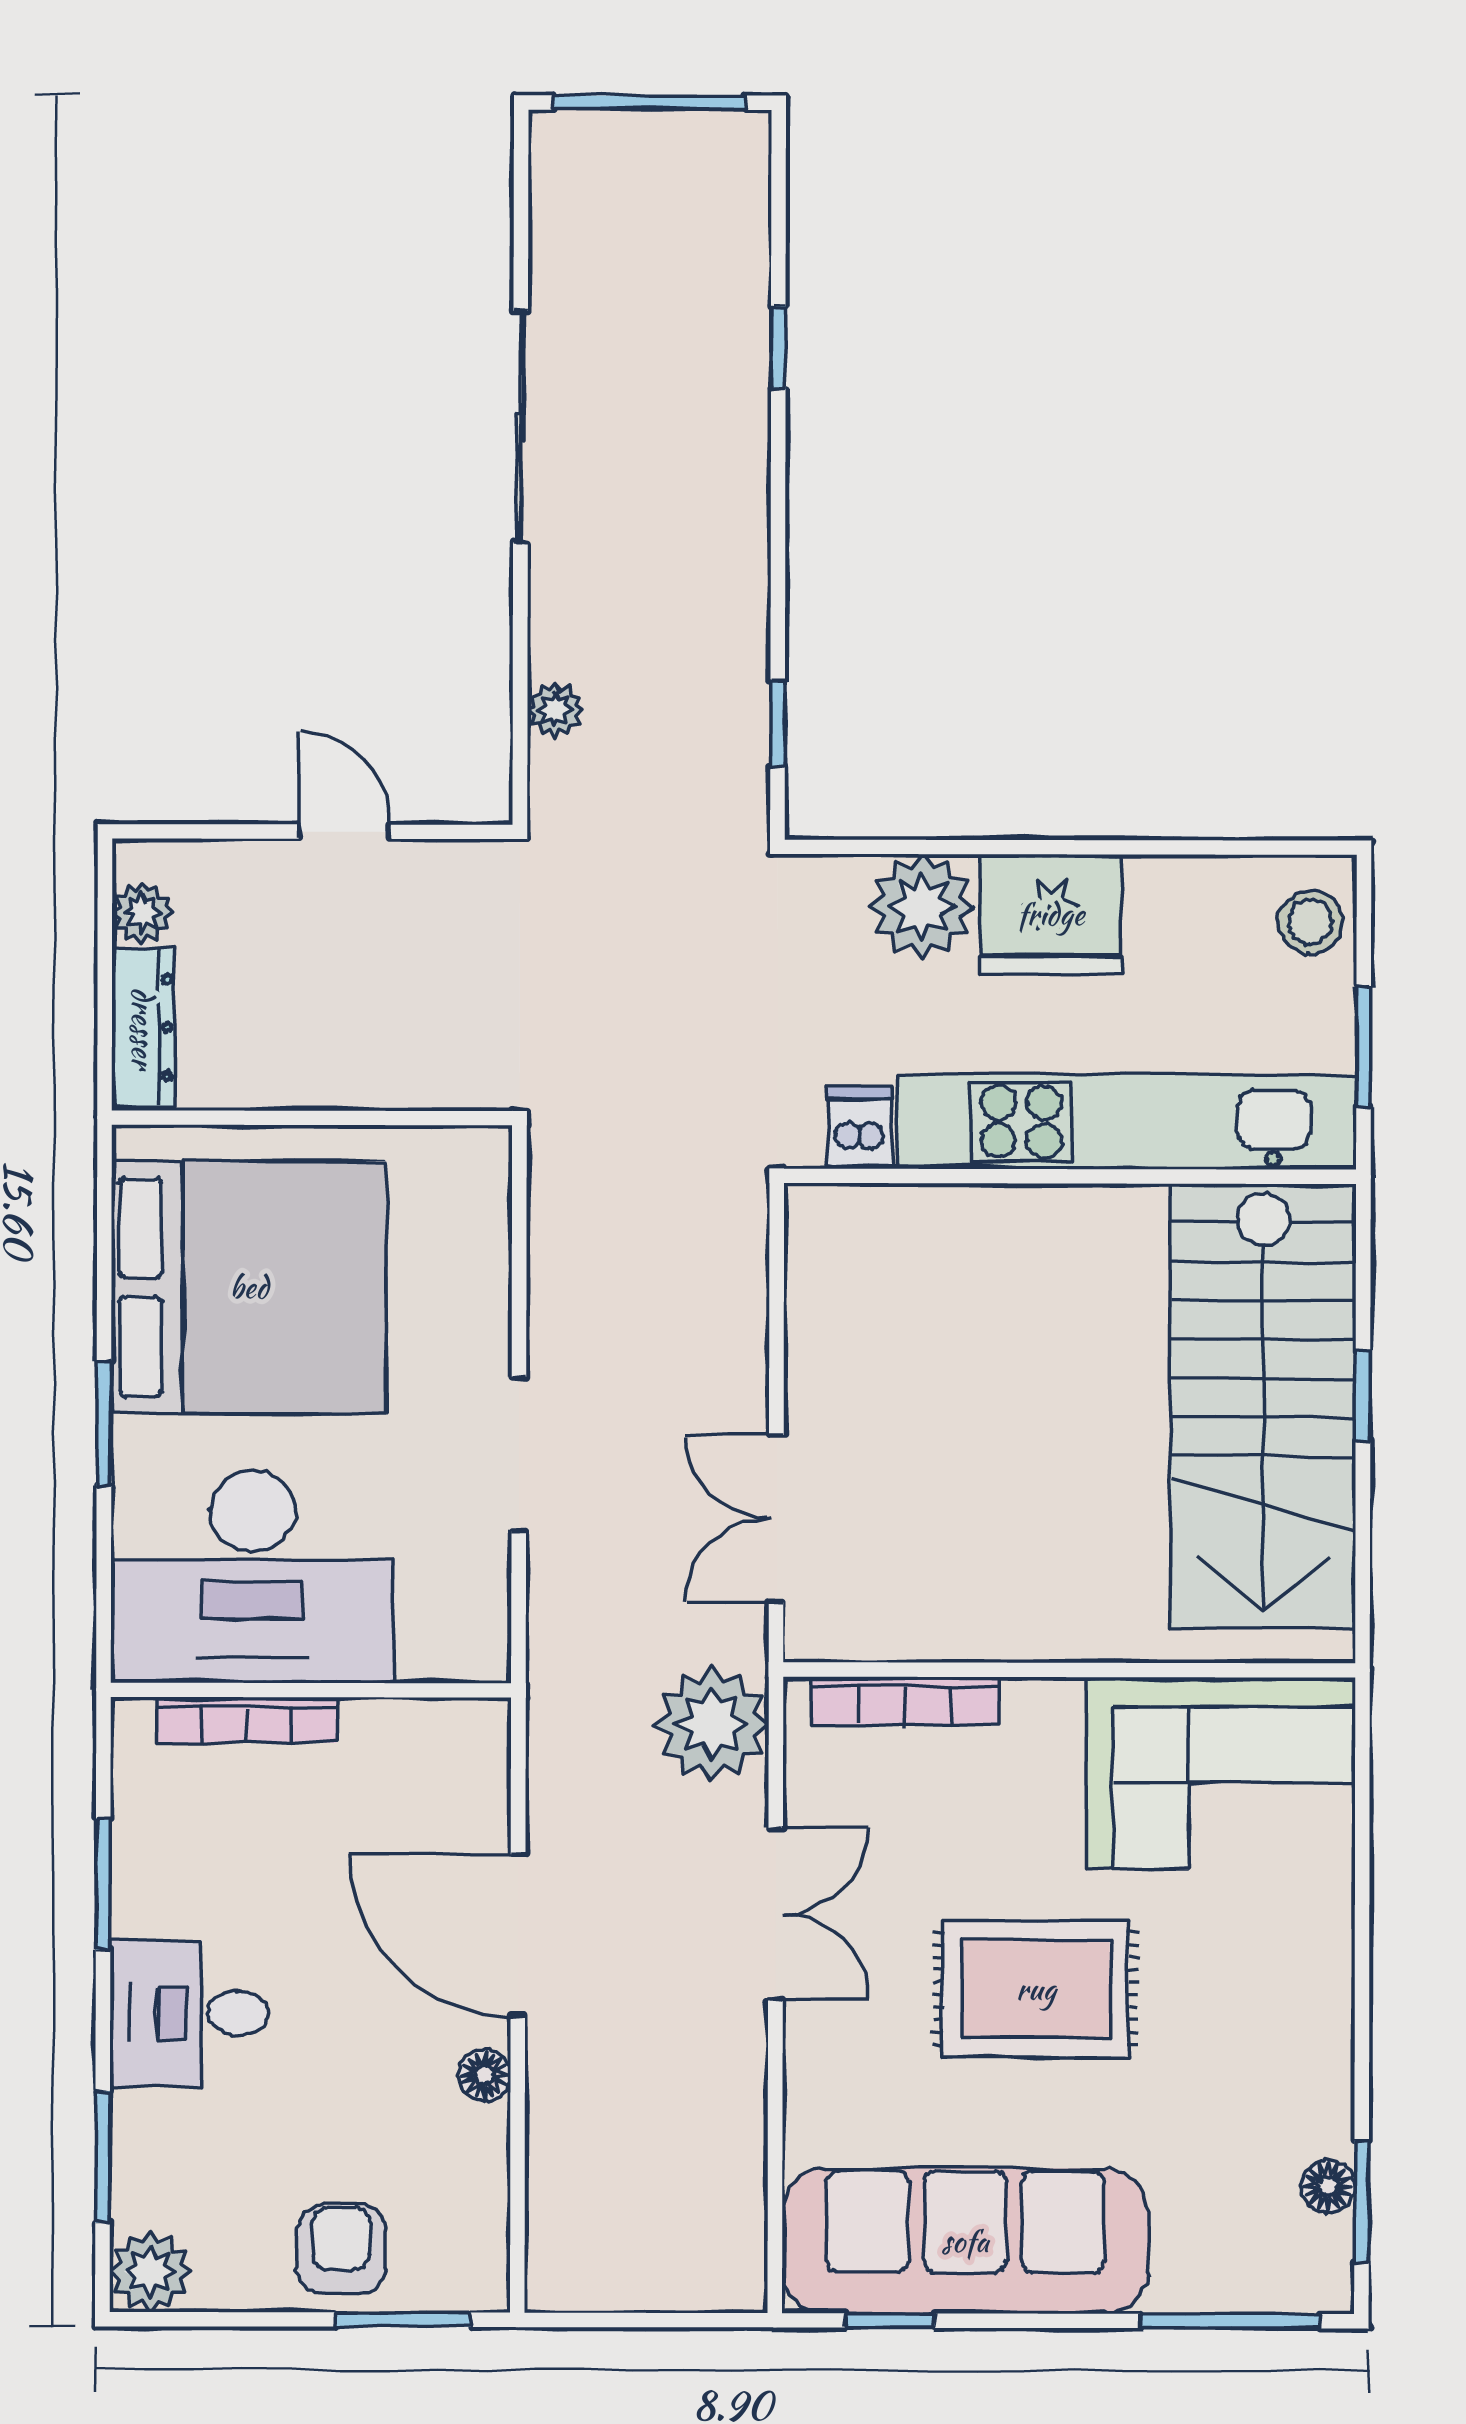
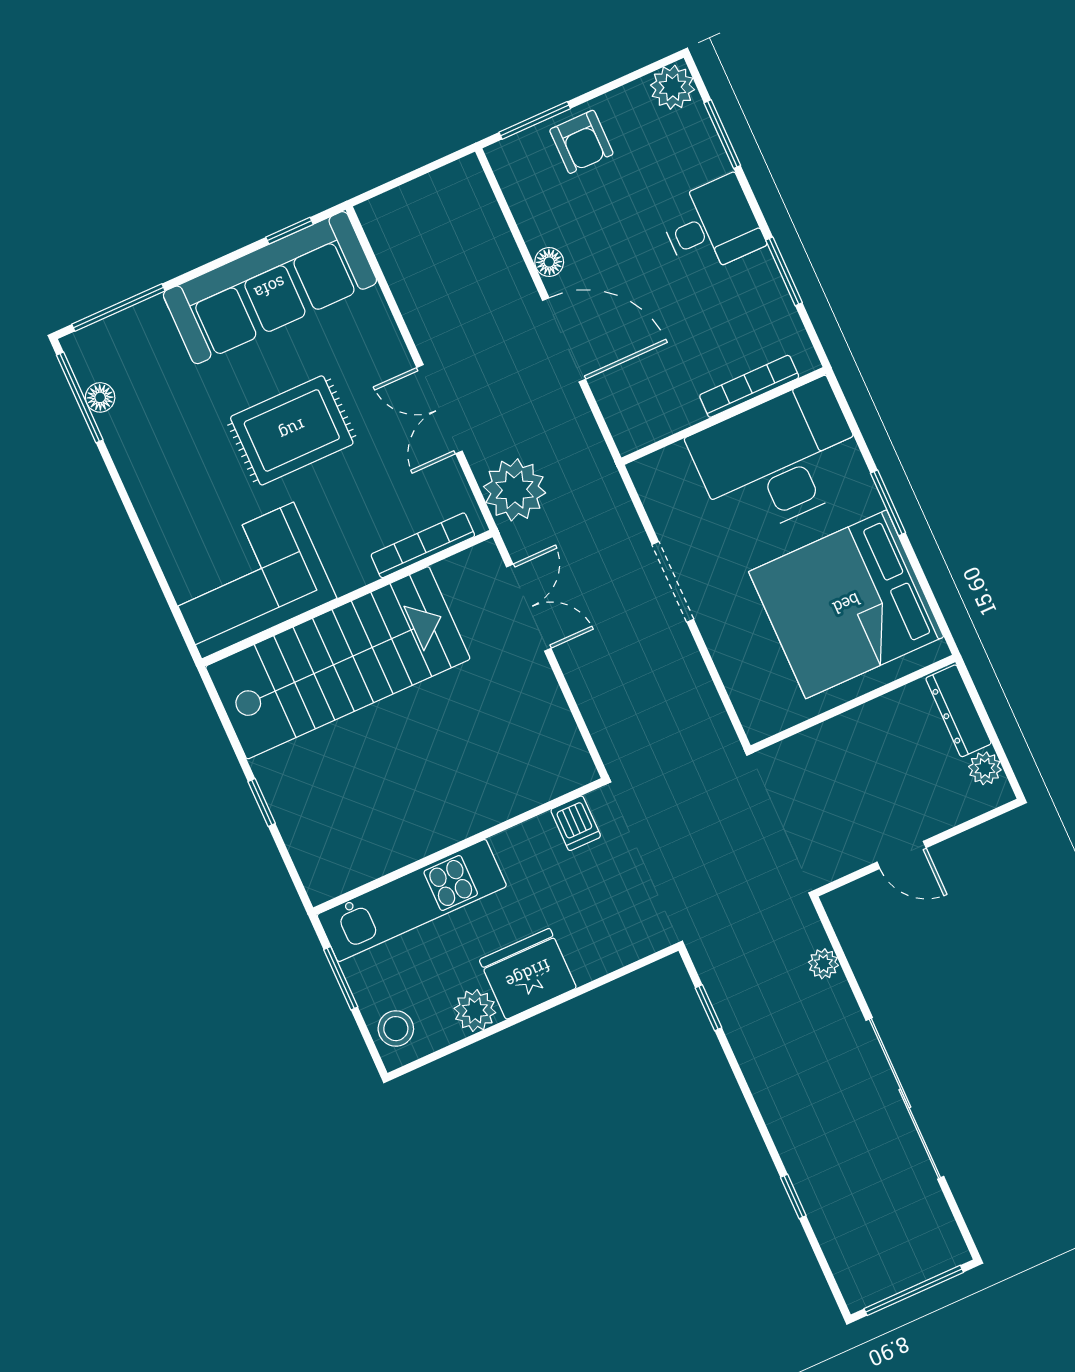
sliding door: (521, 427) -> (905, 1098), width x1.36
plant: (922, 907) -> (475, 1010), moved, width x0.73, depth x0.73
kitchen unit: (1127, 1122) -> (412, 900), width x0.73
stairs: (1263, 1406) -> (338, 663), moved, turned 90
window: (1362, 2201) -> (80, 397), width x1.44

